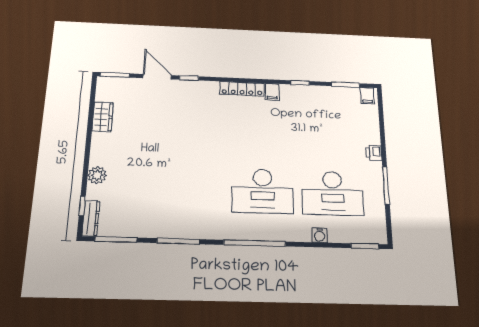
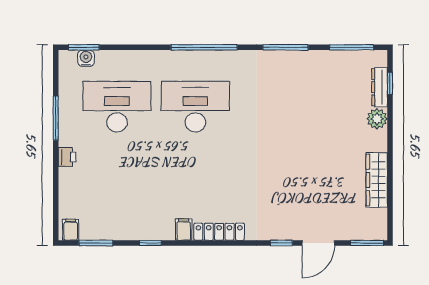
door: (157, 77) -> (318, 243), hinge flipped
wardrobe: (103, 117) -> (377, 180), width x1.50
dresser: (91, 218) -> (380, 87), moved
water cooler: (320, 235) -> (86, 58), moved

